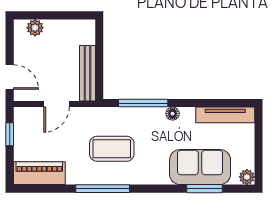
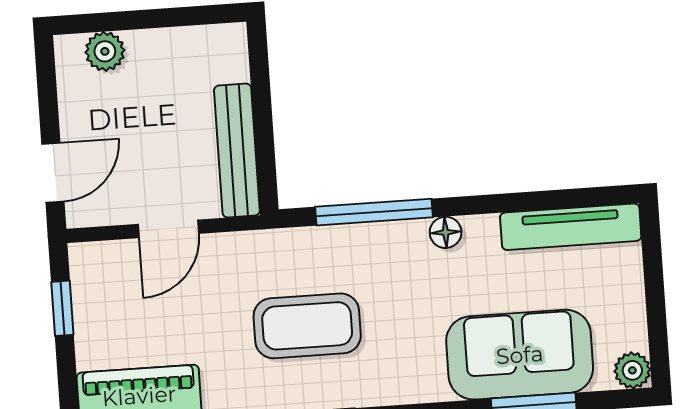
door: (10, 77) -> (53, 173), hinge flipped

